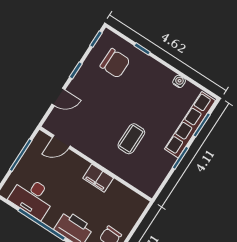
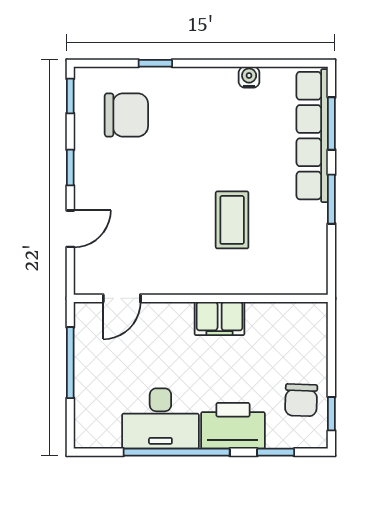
desk: (32, 197) -> (160, 419), moved

